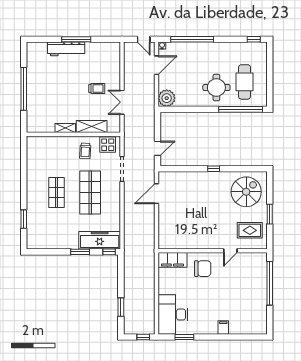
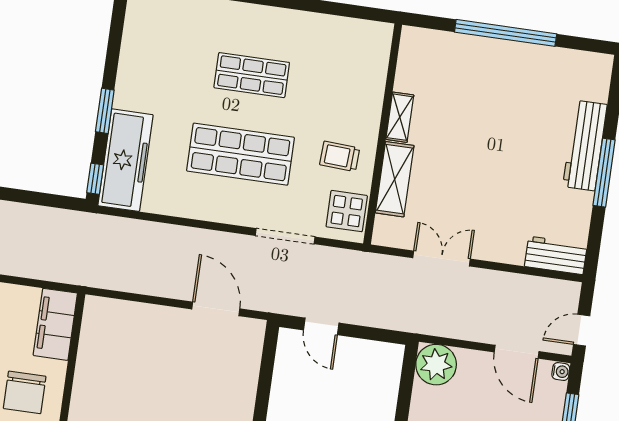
workbench: (114, 55) -> (556, 255), added
trolley: (97, 89) -> (482, 204), removed

